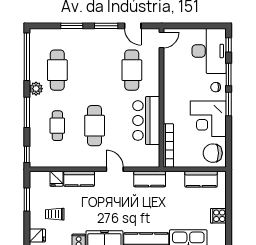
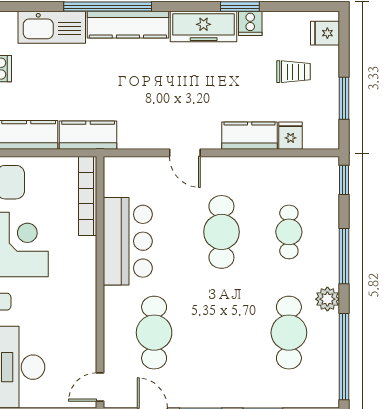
kitchen counter: (150, 179) -> (88, 135), moved

